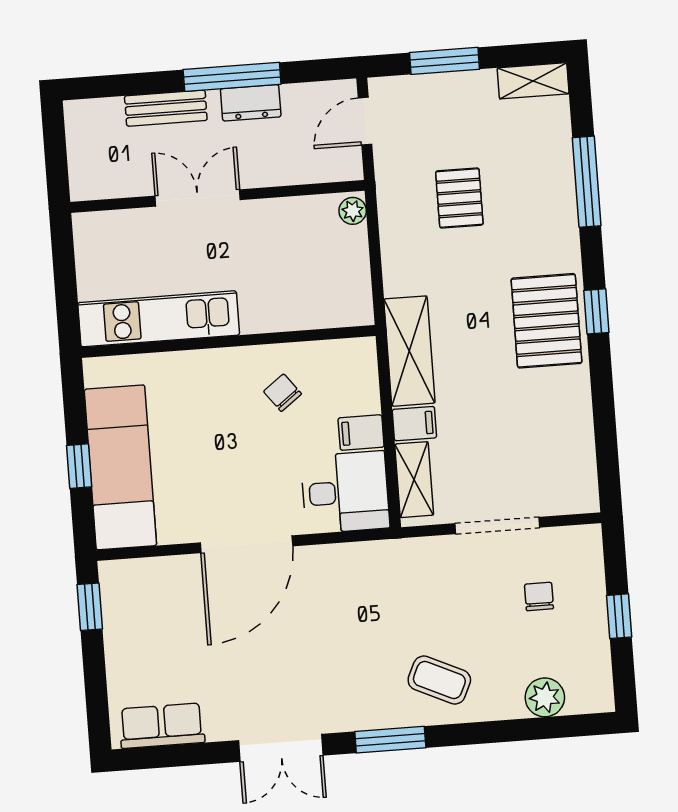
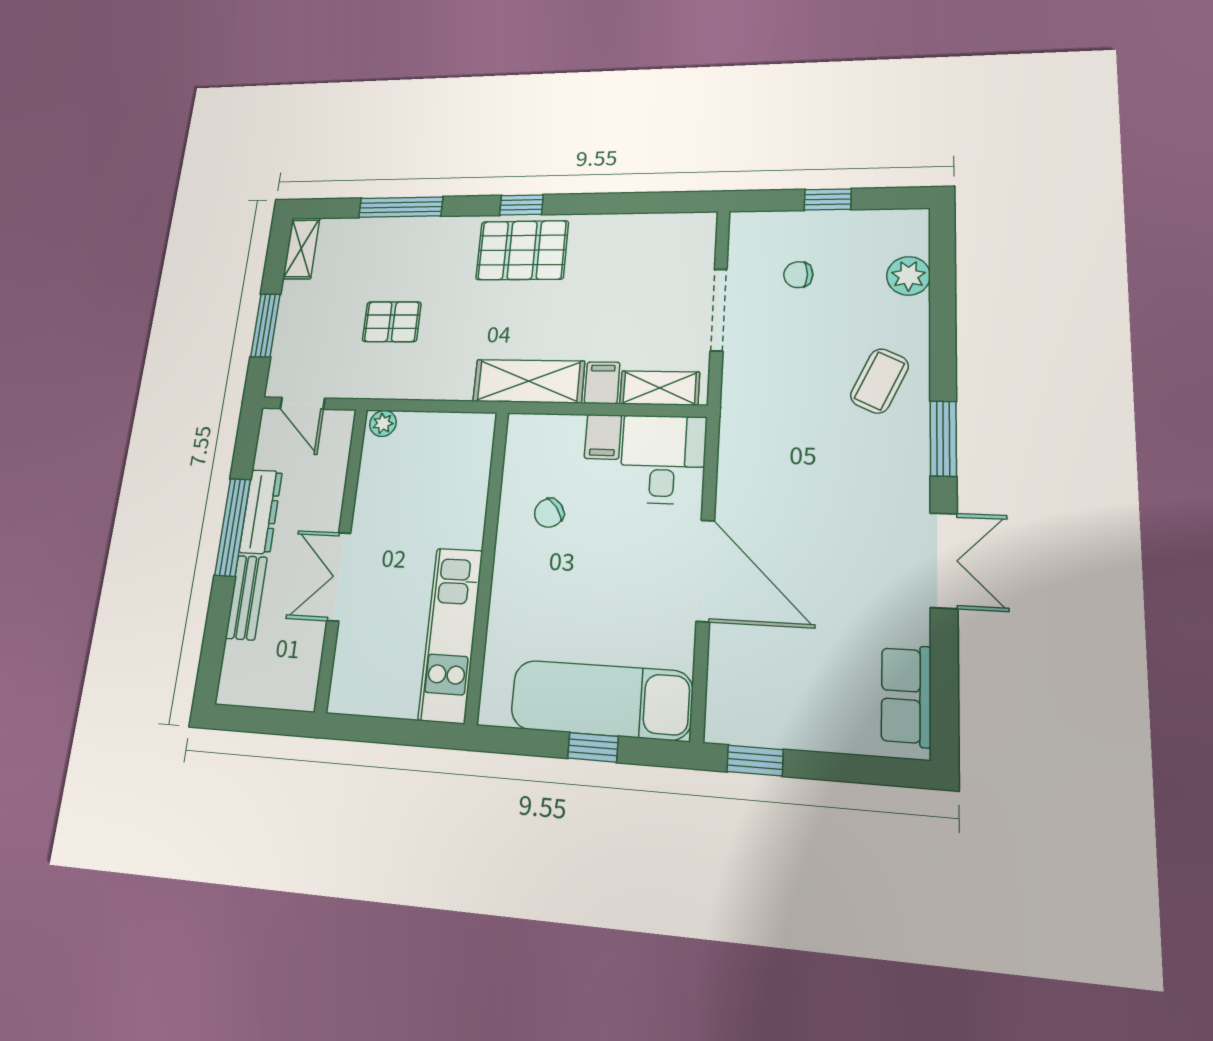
dresser: (251, 103) -> (261, 512), width x1.44

